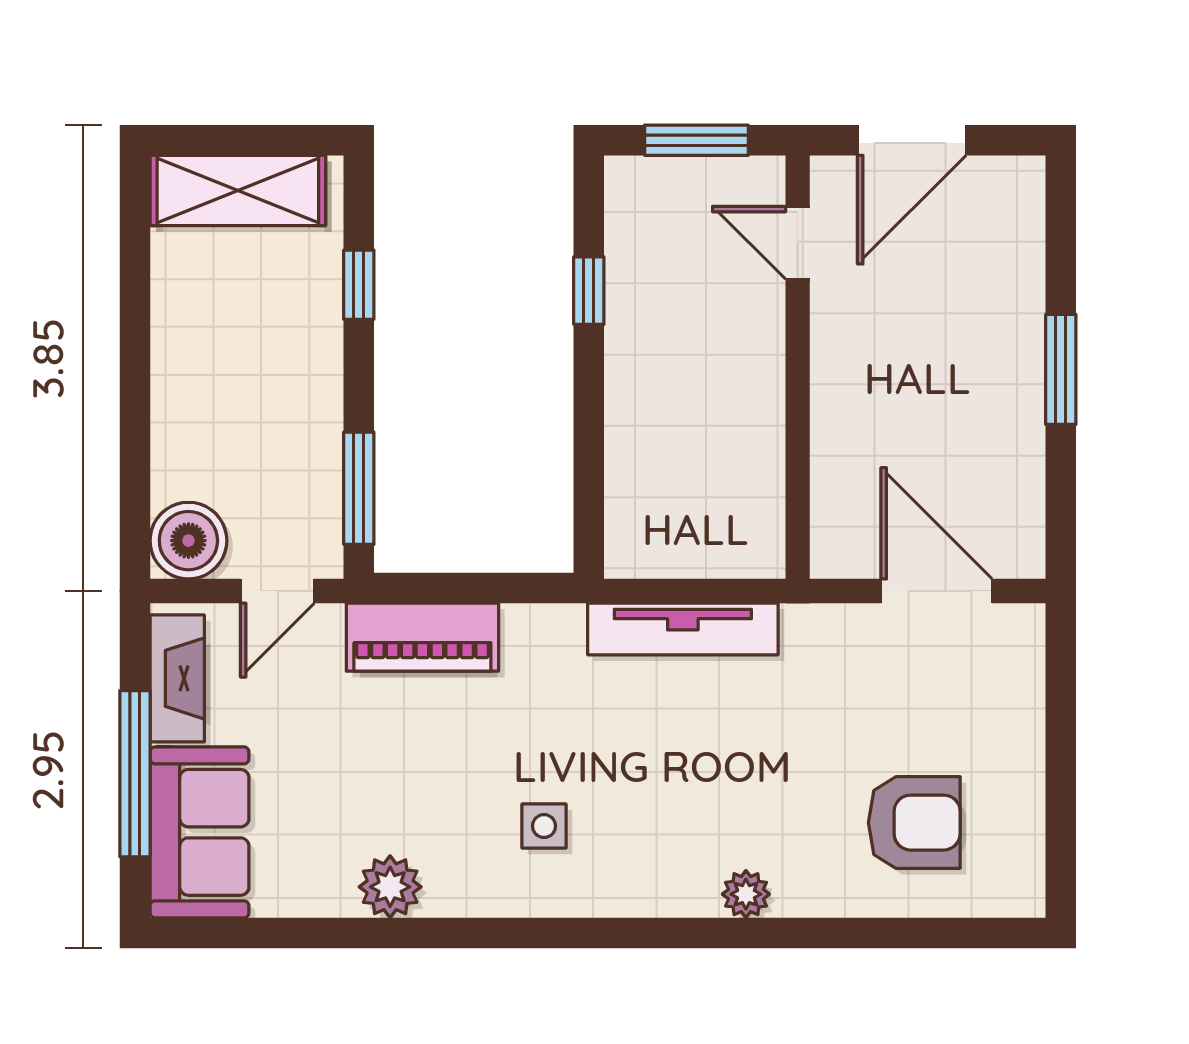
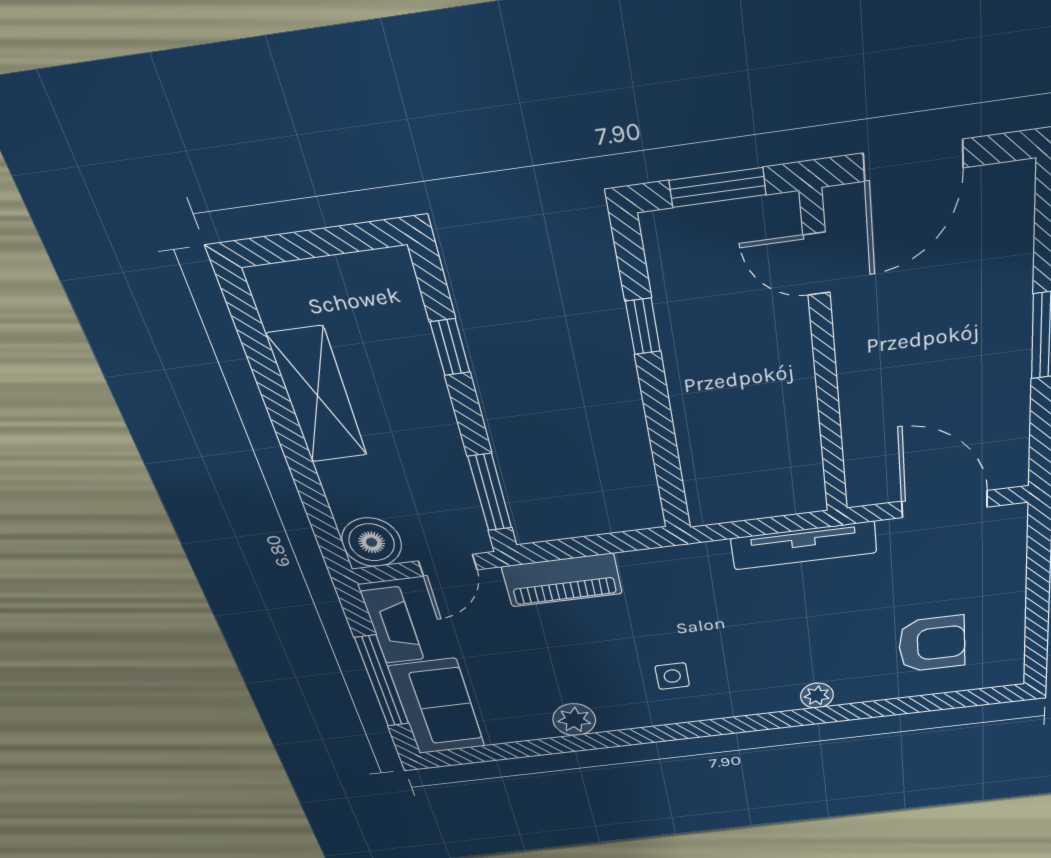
shelving: (238, 190) -> (317, 396), moved, turned 90
tv unit: (683, 629) -> (804, 545), moved

